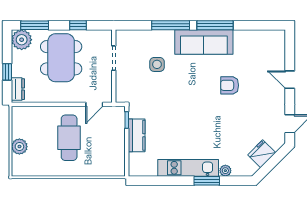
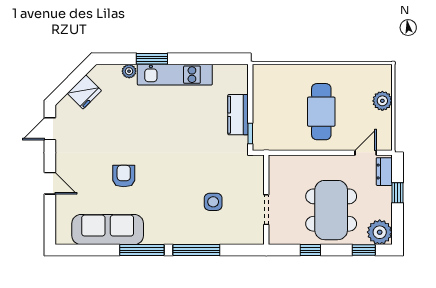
window: (35, 25) -> (364, 250), width x0.67
sofa: (204, 42) -> (108, 230), moved
armchair: (230, 85) -> (124, 176), turned -90
door: (94, 104) -> (366, 153), moved

